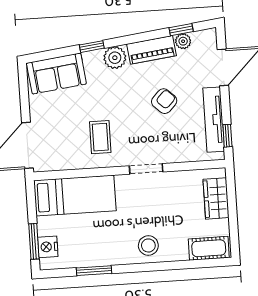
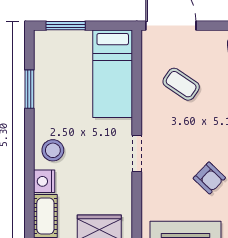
coffee table: (100, 137) -> (181, 84), moved, turned 34
nightstand: (48, 247) -> (44, 181), moved, turned -90

